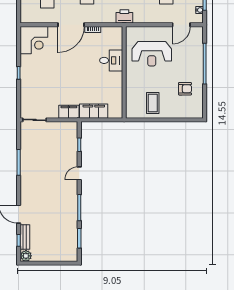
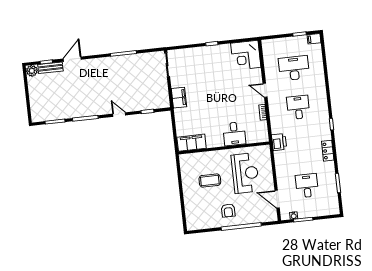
door: (71, 25) -> (265, 90), width x0.53
reception desk: (152, 54) -> (245, 173), turned 180
armchair: (185, 89) -> (228, 211), moved
coffee table: (153, 103) -> (210, 180), moved
filing cabinet: (94, 111) -> (192, 143), moved, turned -90

